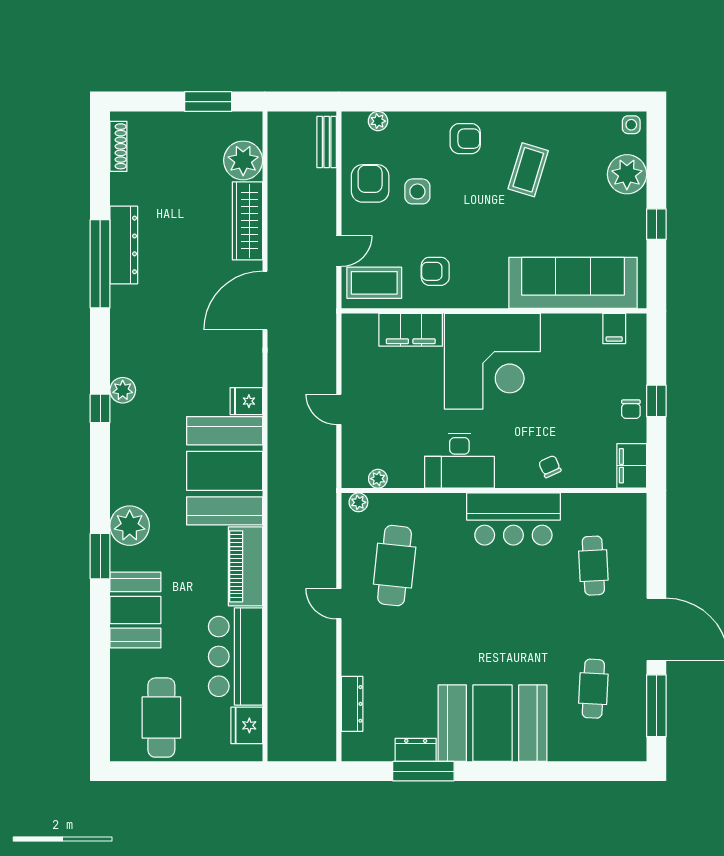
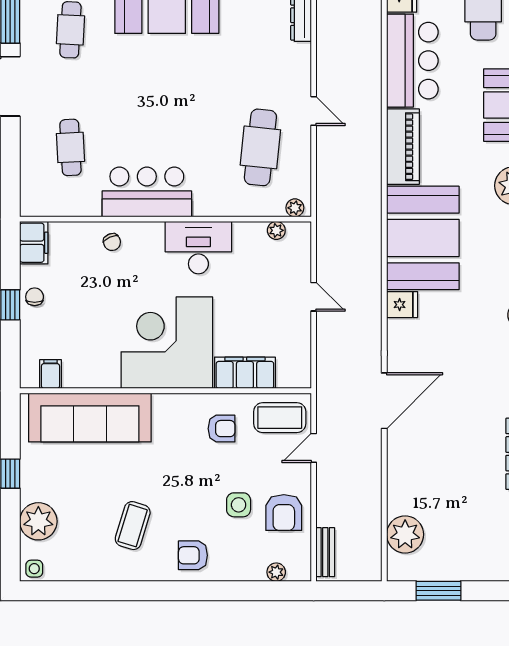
wardrobe: (247, 221) -> (401, 477), removed

